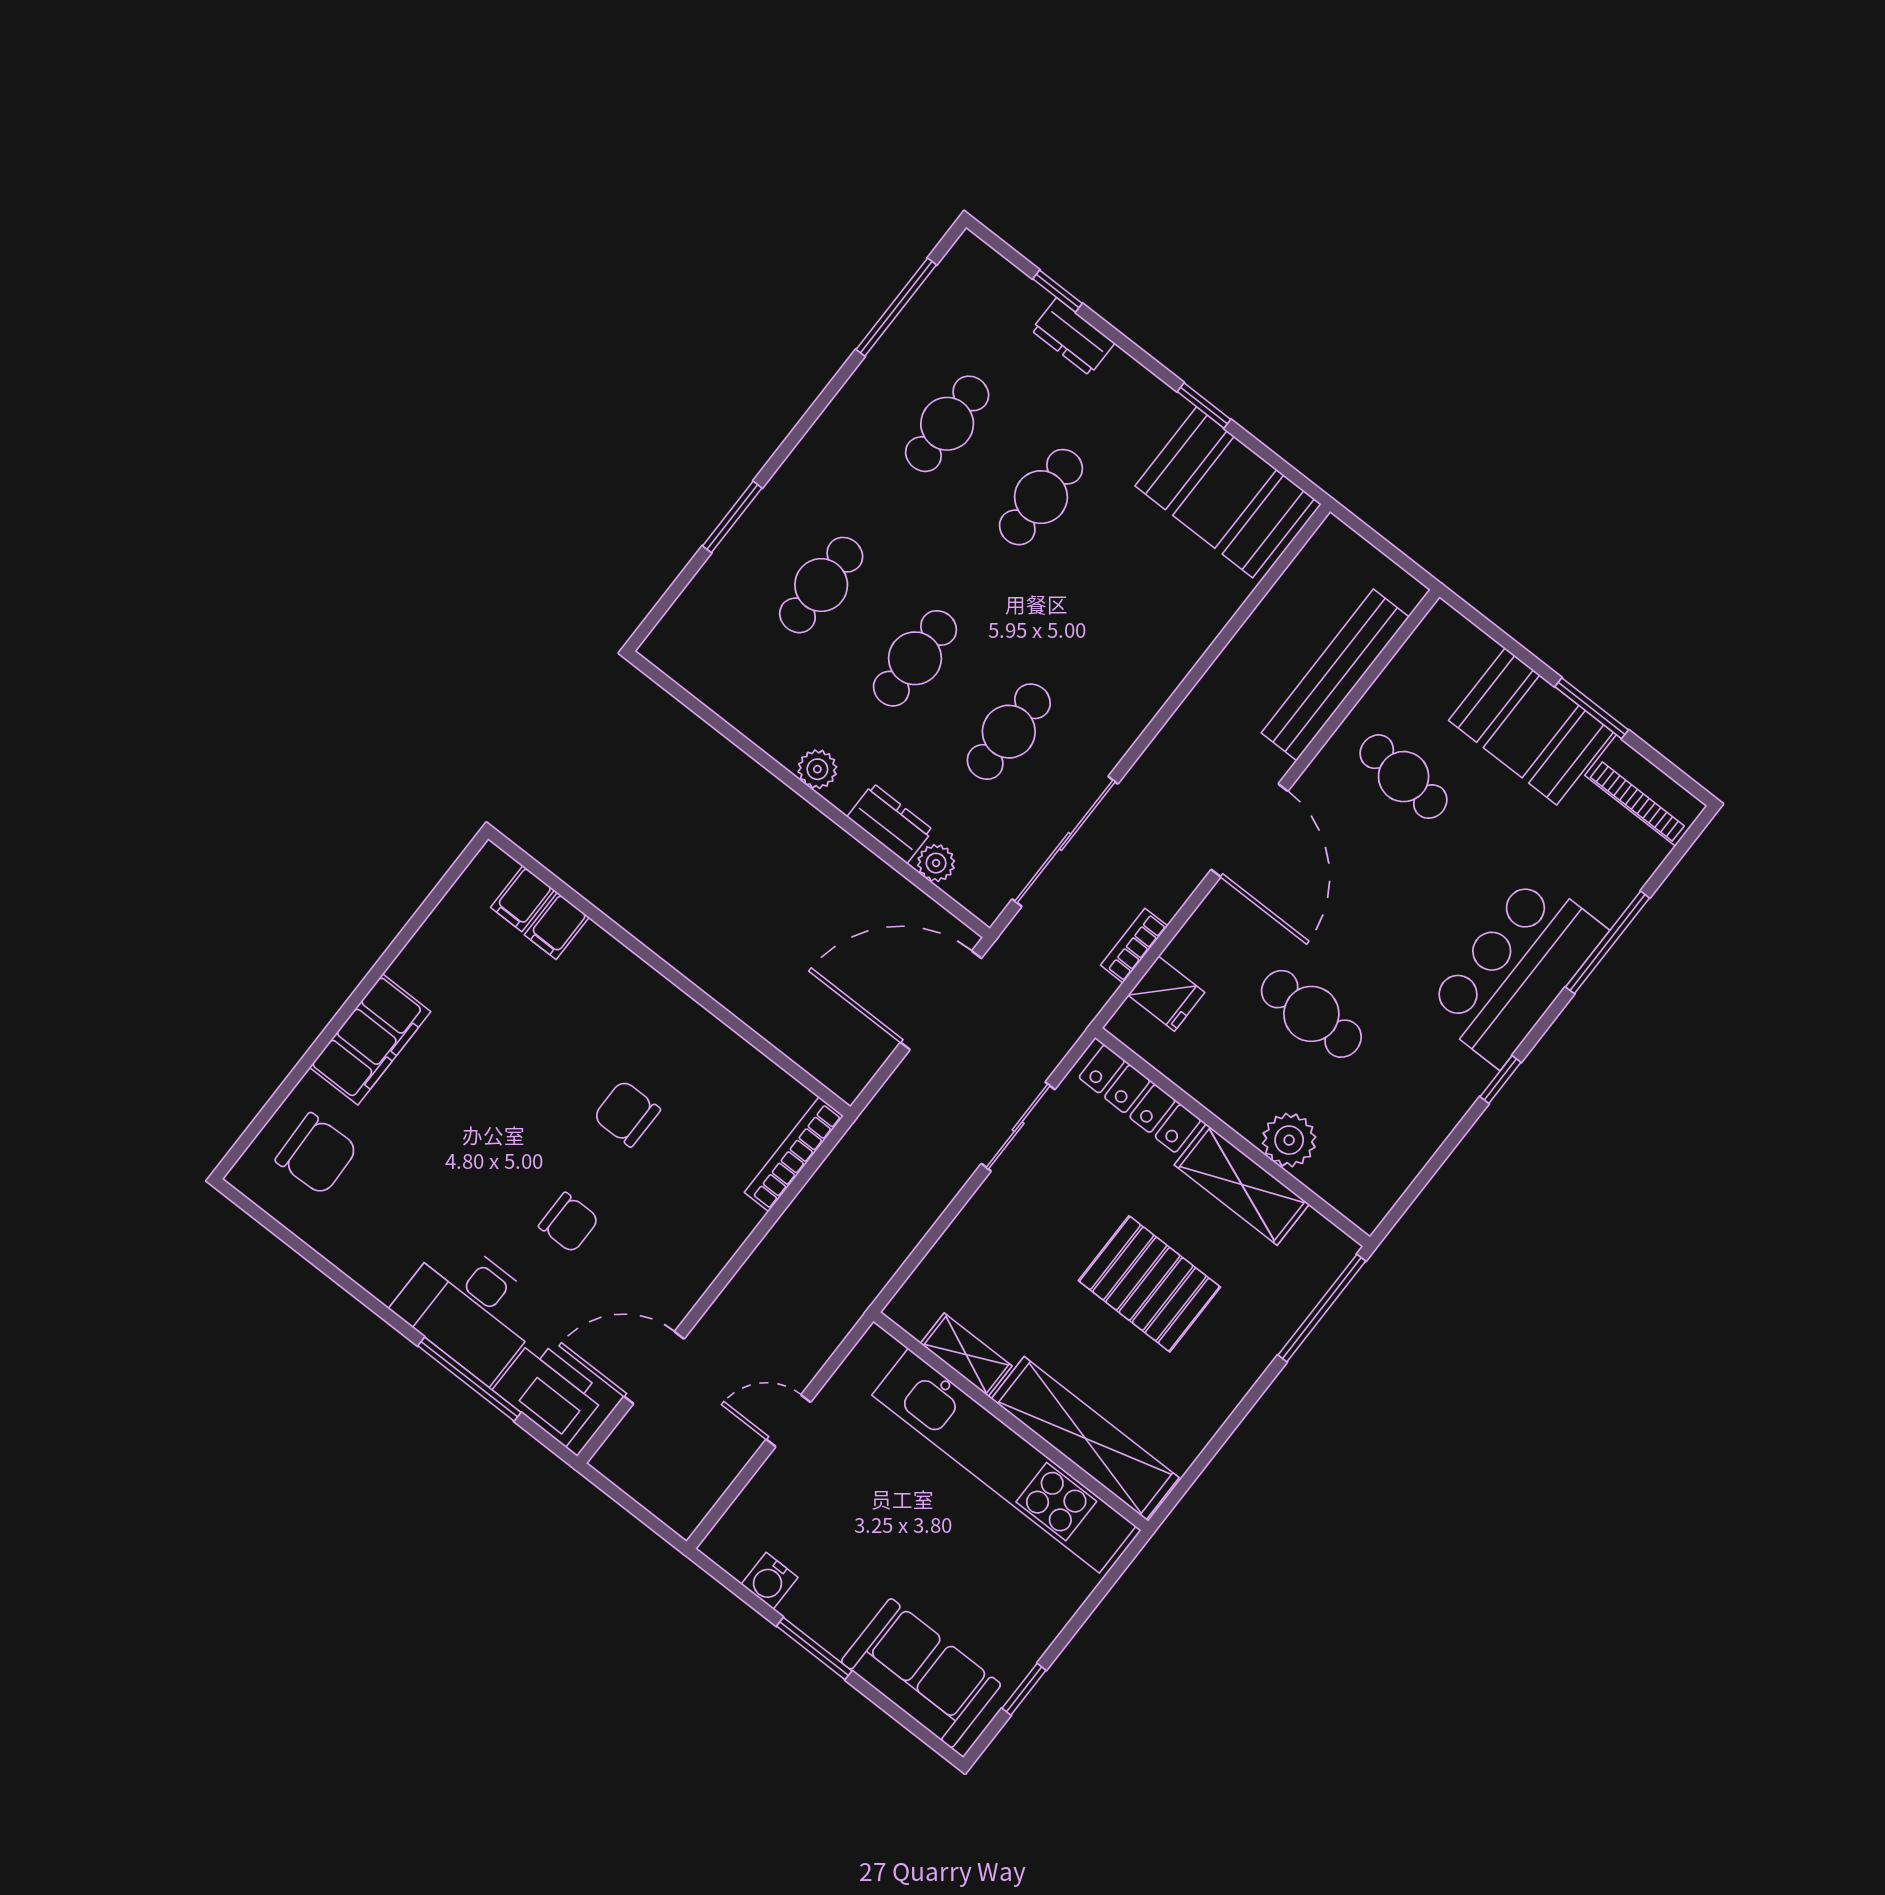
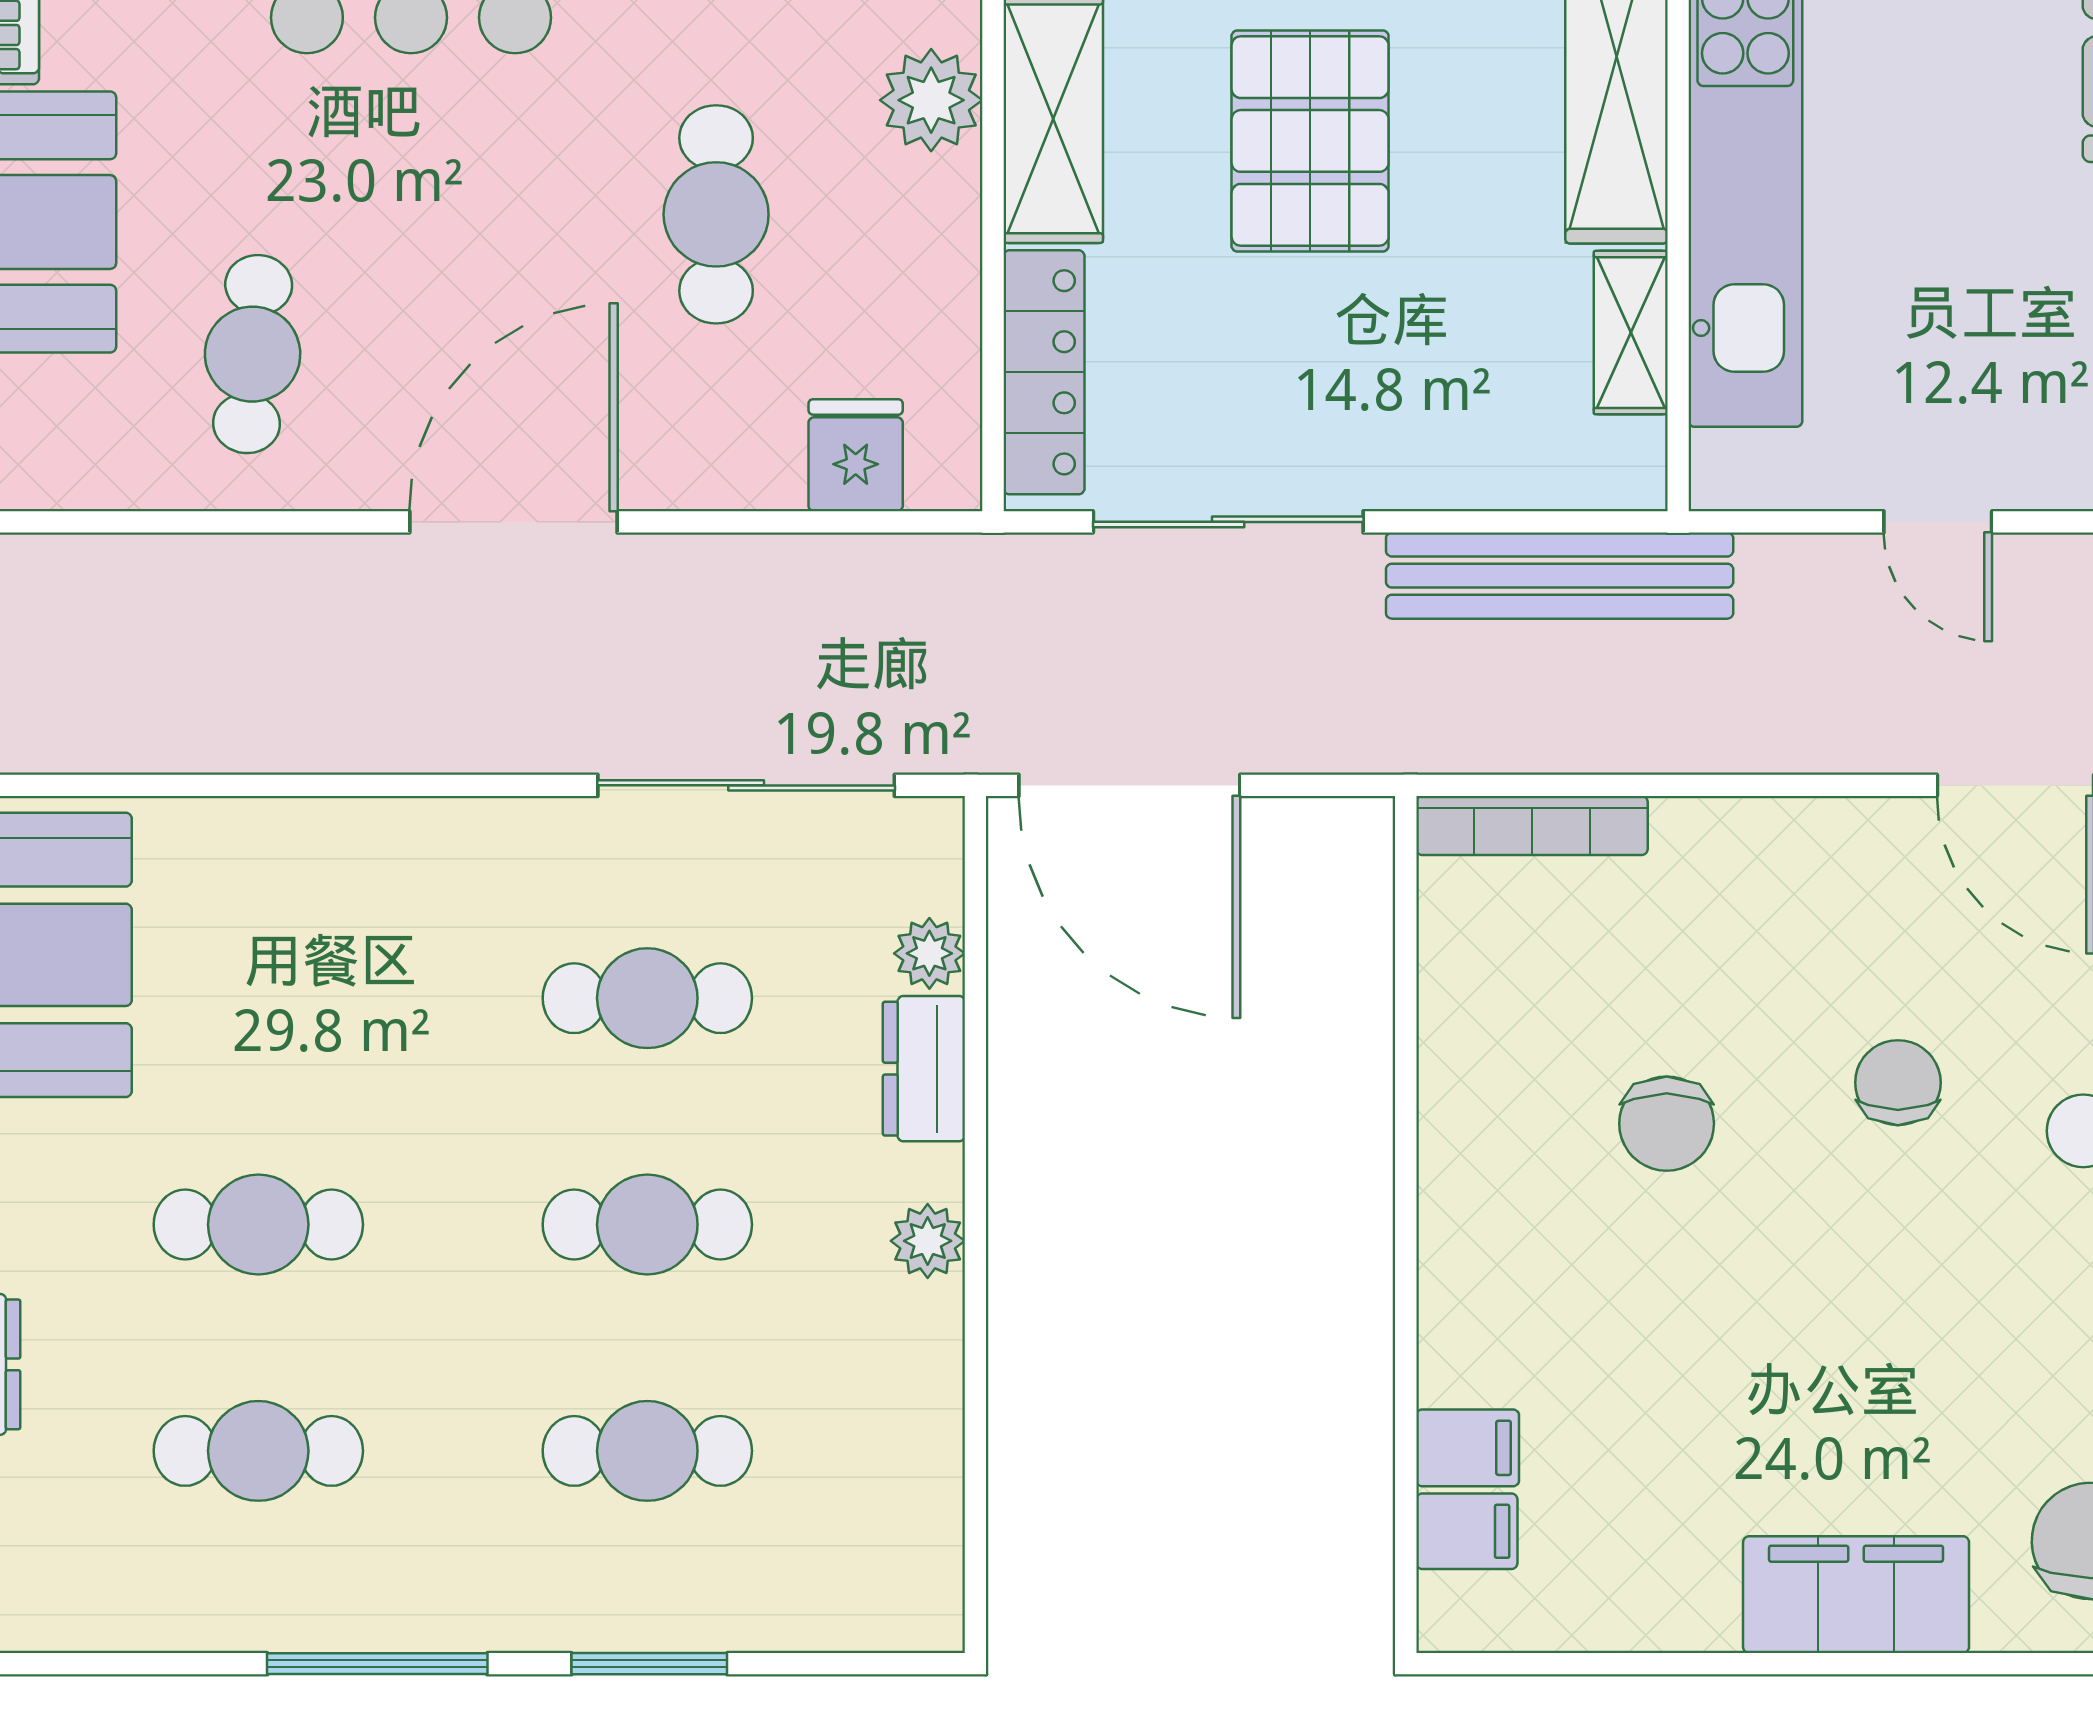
window: (896, 307) -> (377, 1664), moved
bench: (1335, 675) -> (1560, 576), moved
bookcase: (1134, 946) -> (821, 560), removed
sliding door: (1018, 1127) -> (1228, 522), width x1.37

